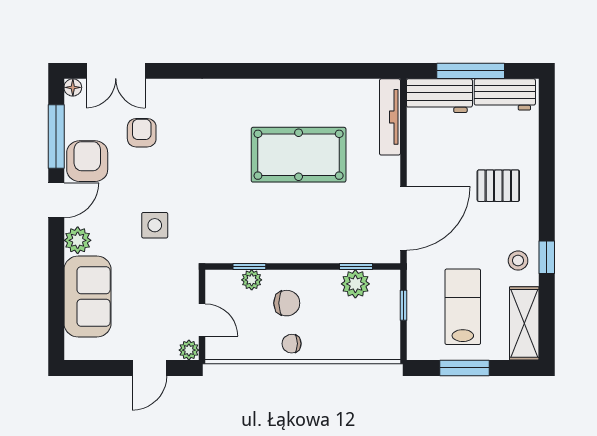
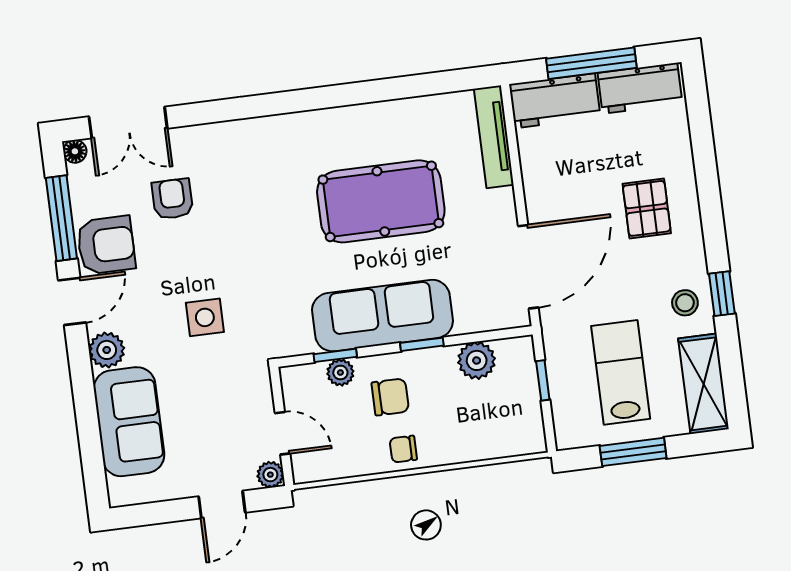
armchair: (87, 161) -> (106, 245), turned 90
pallet: (498, 186) -> (647, 208), turned 90
sofa: (289, 241) -> (382, 316), added
window: (356, 266) -> (422, 344), moved

